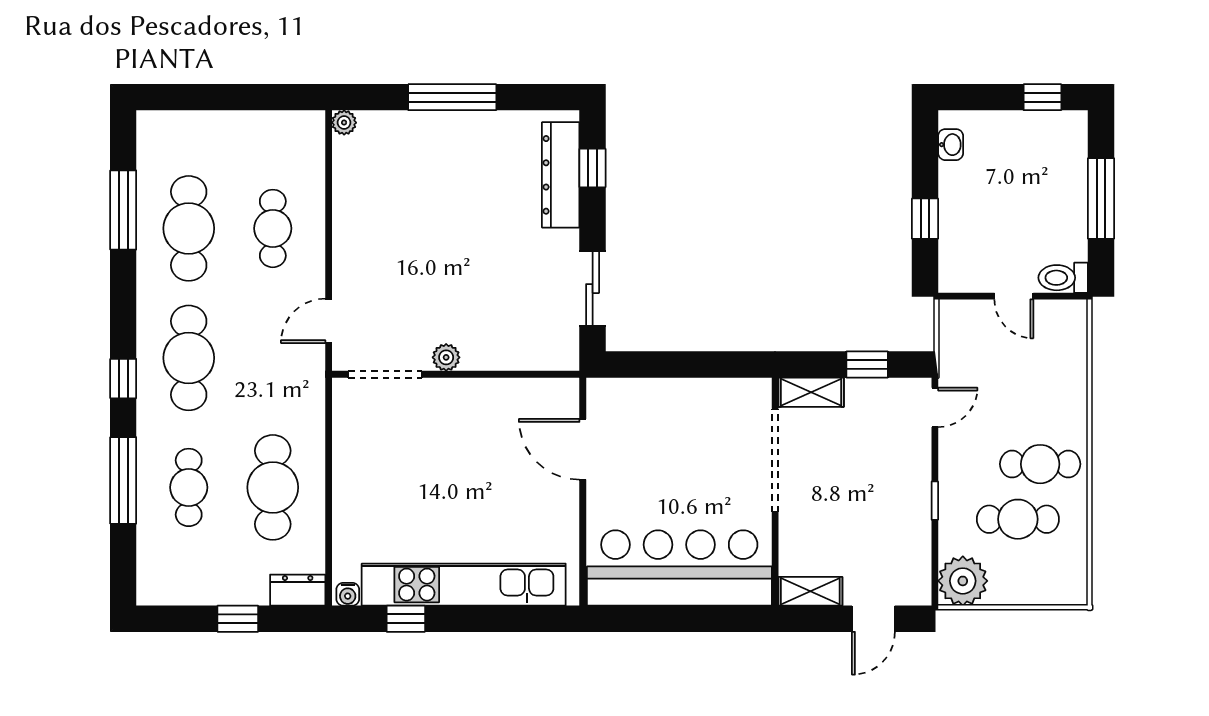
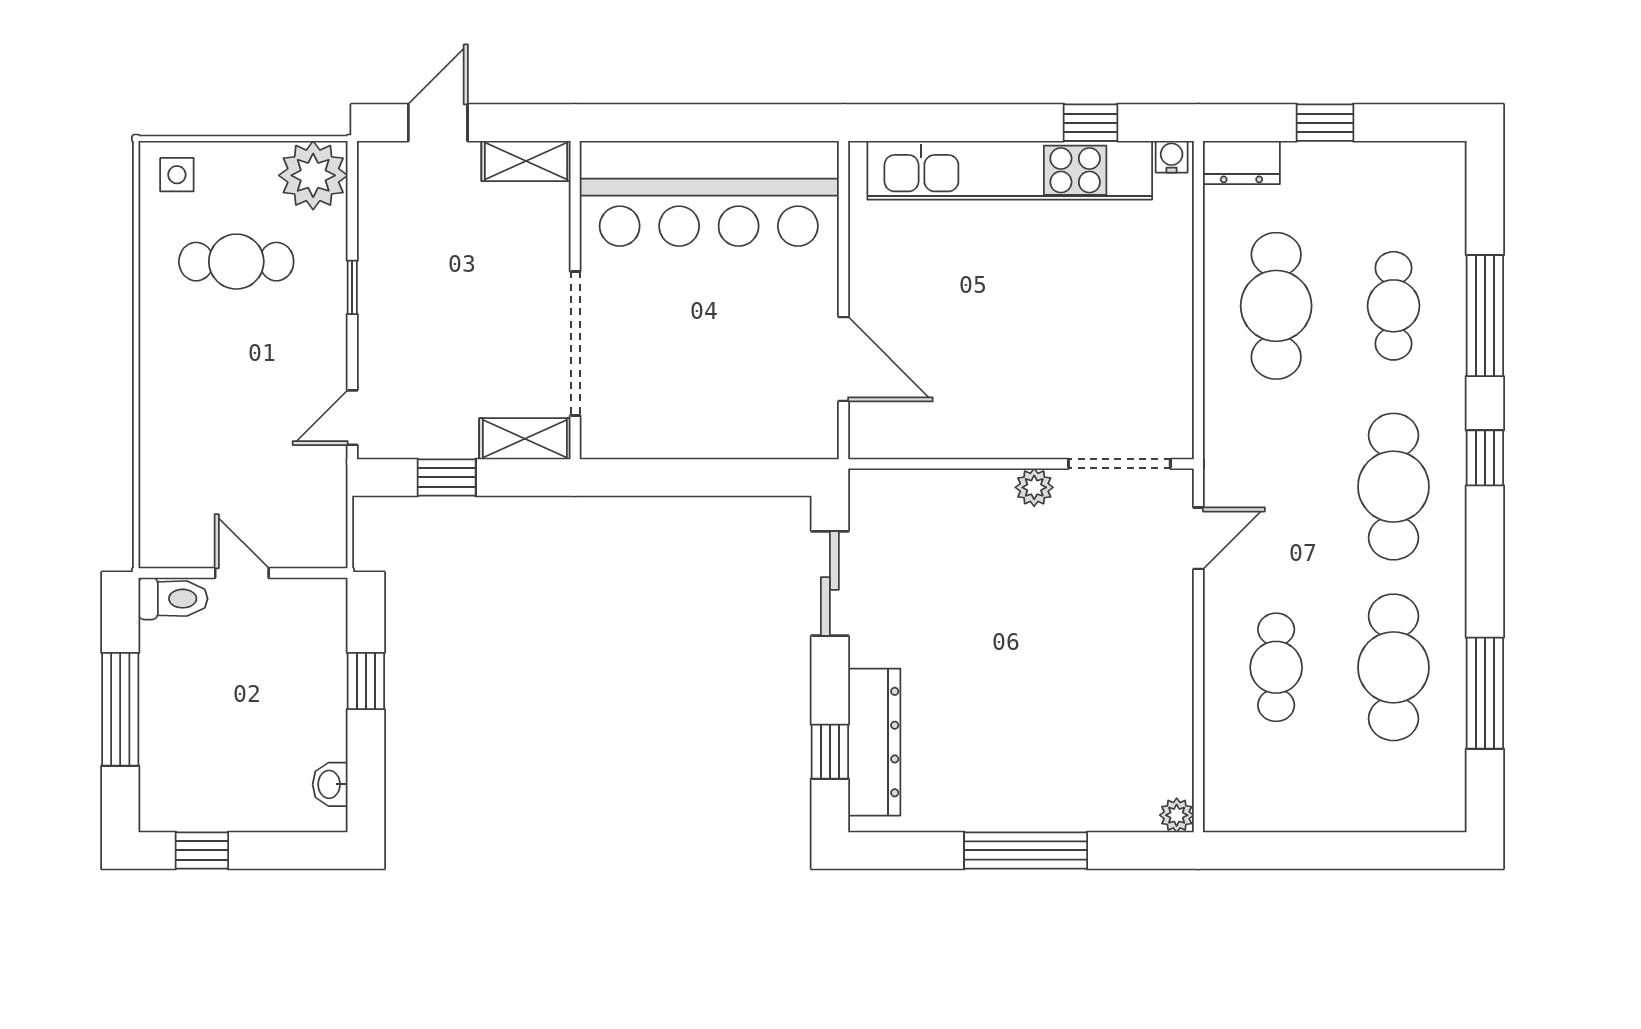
cafe table: (1040, 464) -> (205, 339), removed
side table: (1060, 581) -> (177, 175), added

